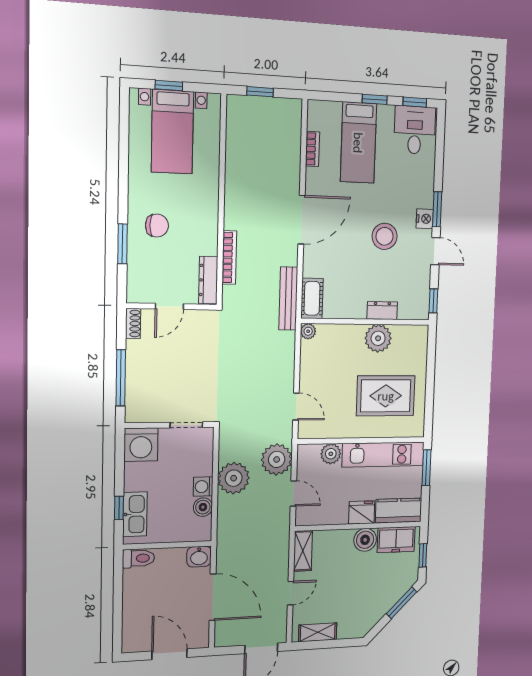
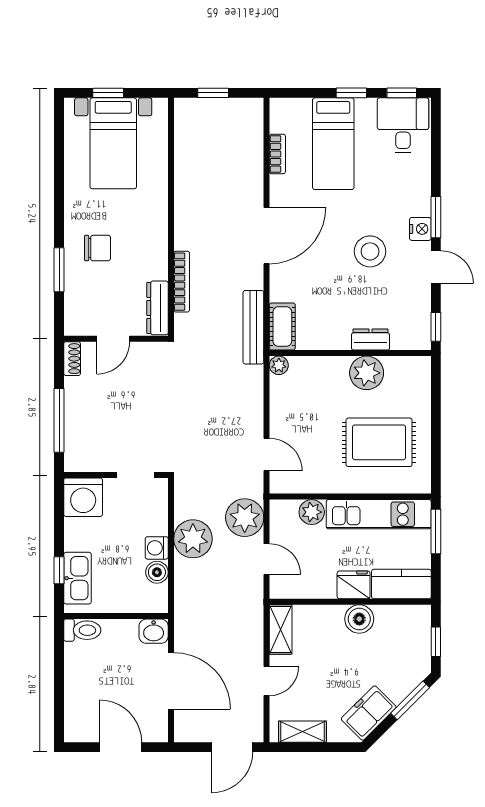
freezer: (396, 540) -> (369, 713), moved, turned 135

